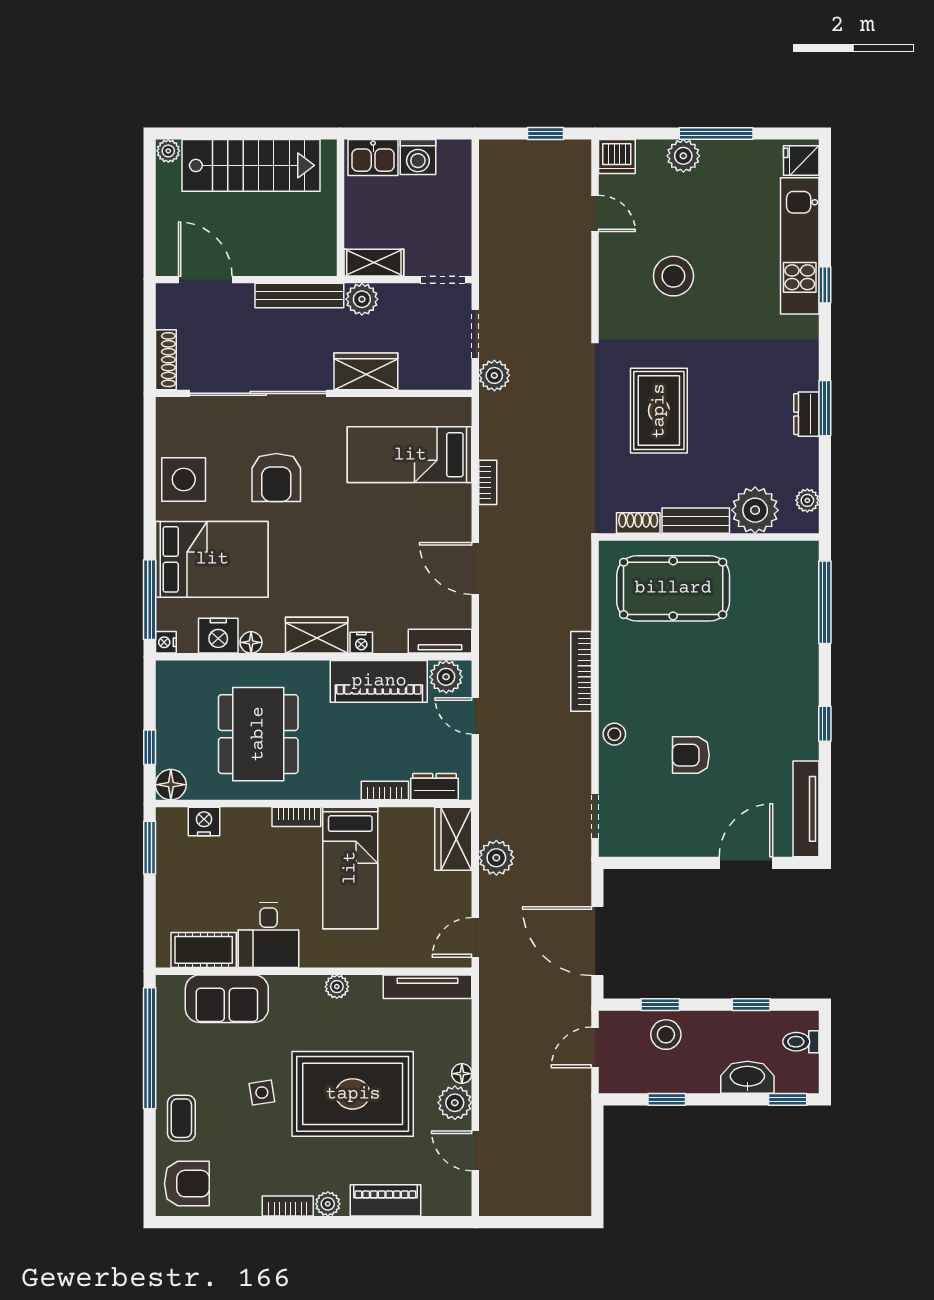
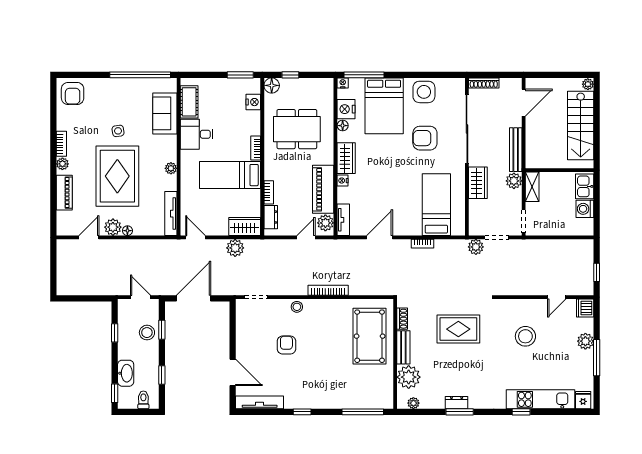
coffee table: (181, 1118) -> (105, 91), removed

